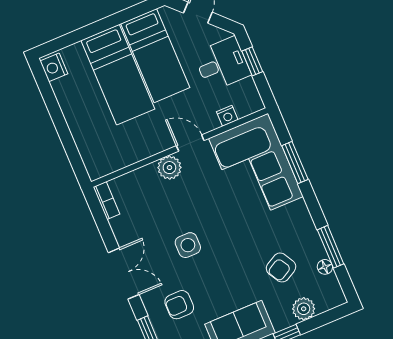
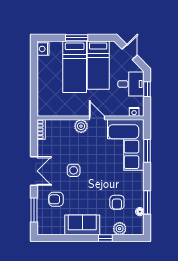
window: (101, 26) -> (77, 38), added
nightstand: (227, 116) -> (134, 112), moved
armchair: (281, 267) -> (117, 202), turned -61

